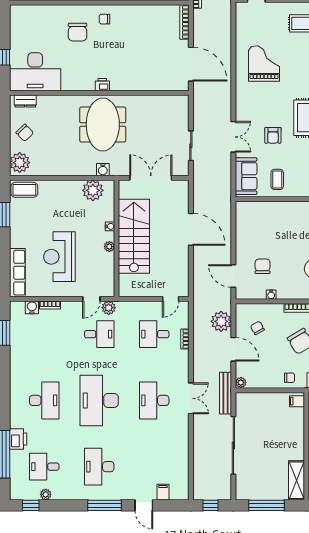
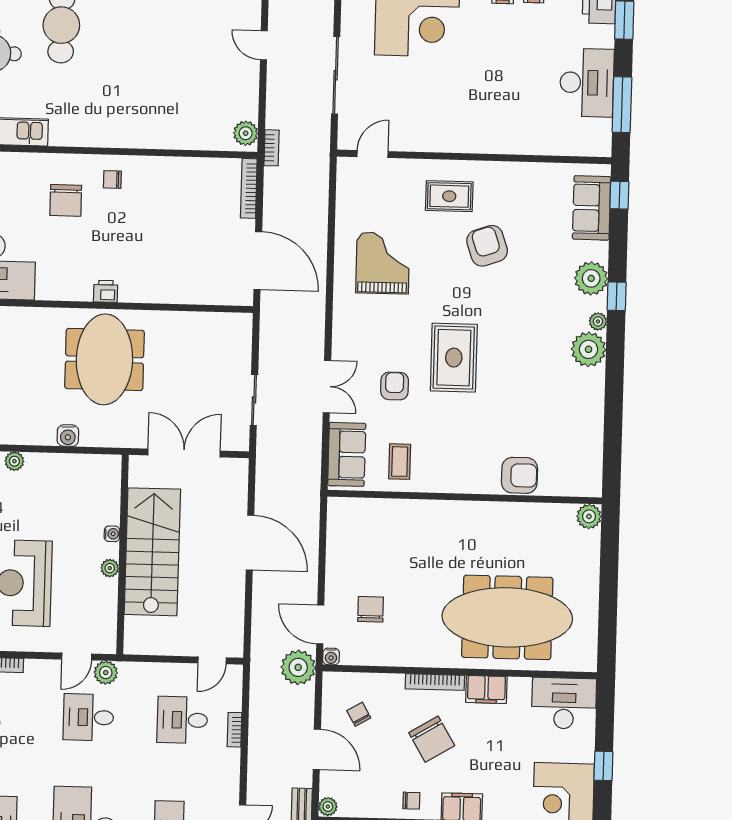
armchair: (273, 135) -> (395, 386), turned 180
water cooler: (103, 170) -> (68, 436), moved
plant: (93, 190) -> (14, 461), moved, width x0.53, depth x0.53
water cooler: (271, 295) -> (331, 657), moved
plant: (221, 321) -> (298, 667), moved
desk: (99, 334) -> (88, 717), turned 180

